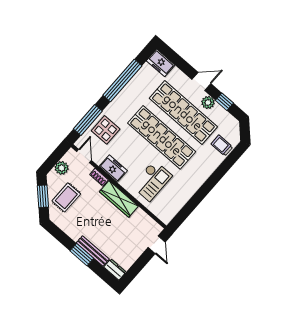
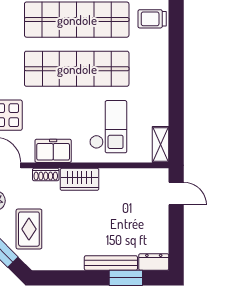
wardrobe: (119, 199) -> (80, 179), width x0.67
shelving: (171, 213) -> (161, 144), added
window: (82, 255) -> (126, 278), moved

